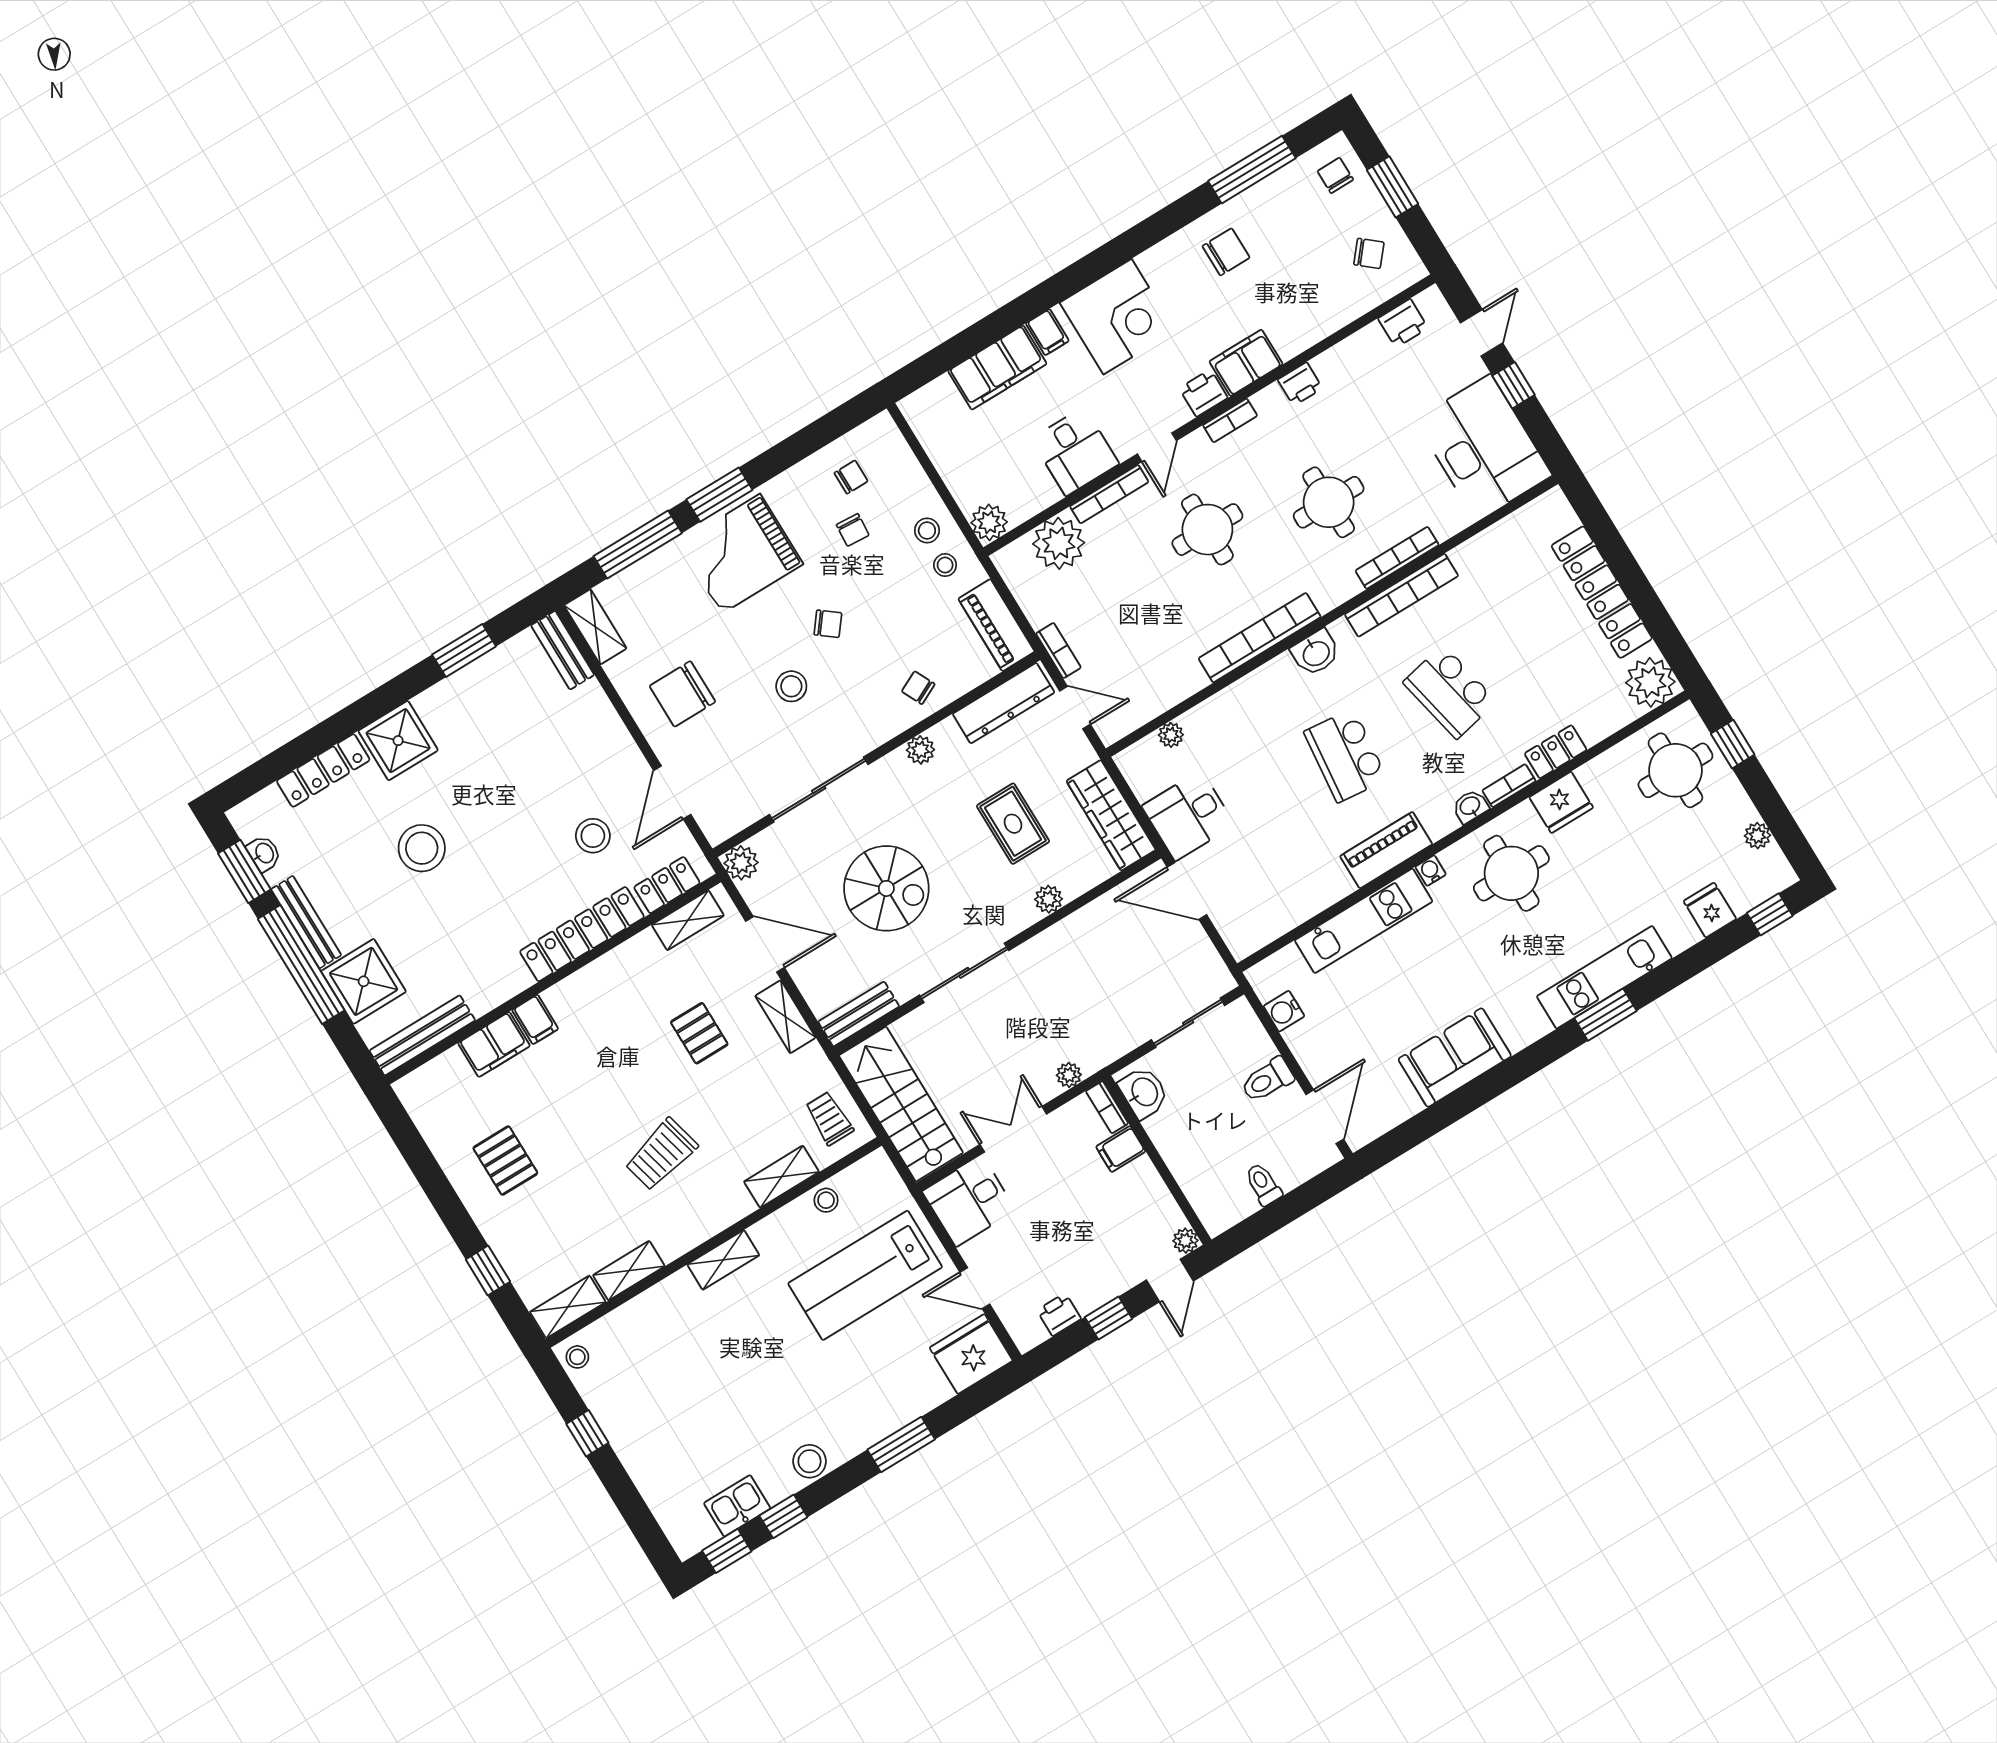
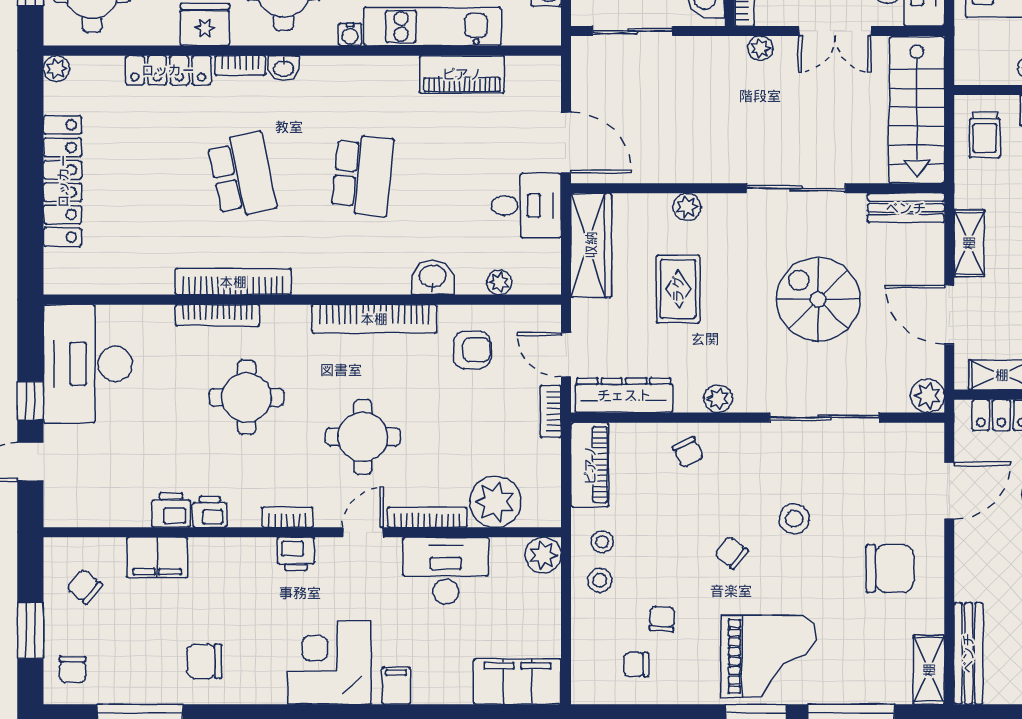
printer: (1403, 323) -> (171, 510), moved
filing cabinet: (1246, 363) -> (157, 557), moved
filing cabinet: (997, 367) -> (517, 682), moved
desk: (1075, 451) -> (446, 571), width x1.37
bench: (563, 650) -> (968, 653), width x1.36
washbasin: (1316, 653) -> (433, 277), moved
armchair: (1159, 662) -> (472, 350), added
plant: (1650, 682) -> (57, 69), width x0.53, depth x0.53
locker: (1556, 752) -> (168, 70), width x1.53
piano: (1386, 850) -> (462, 74), moved

